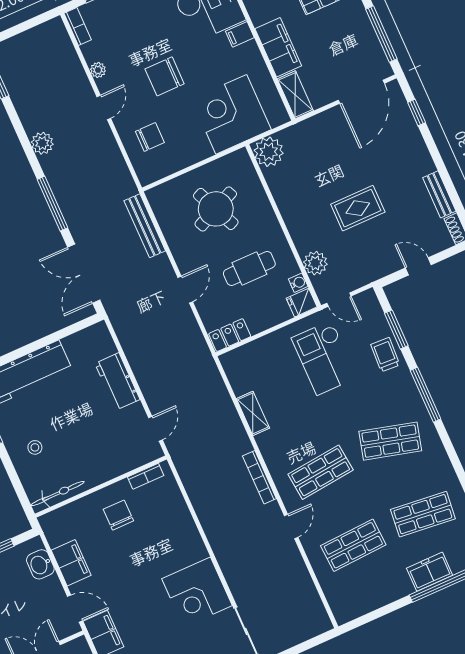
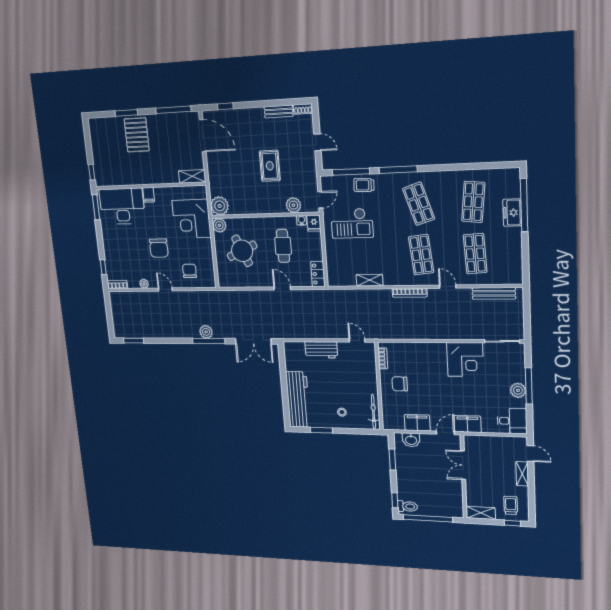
filing cabinet: (278, 47) -> (162, 175), removed
plant: (42, 143) -> (206, 332), moved
plant: (239, 161) -> (219, 225), added
bench: (145, 226) -> (494, 293), moved
door: (418, 266) -> (317, 142), swing flipped
window: (396, 329) -> (351, 172), width x1.44
shop shelf: (390, 441) -> (419, 204), turned -33

